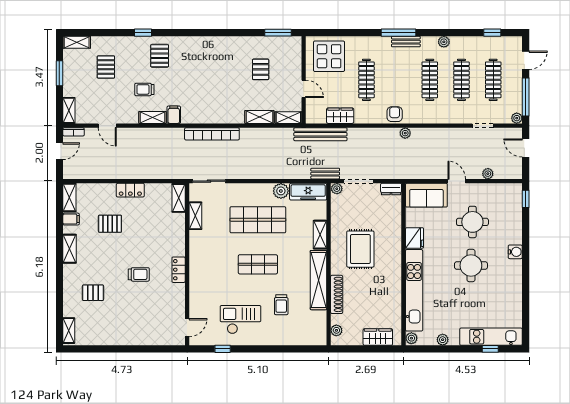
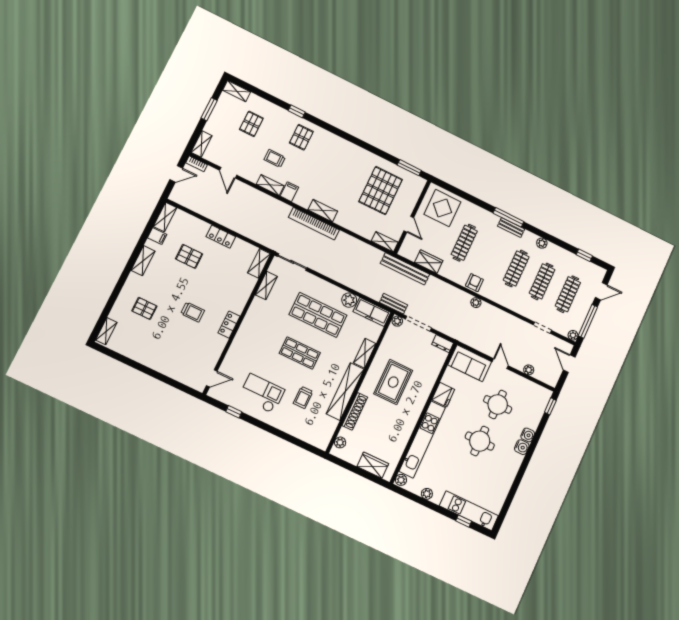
pallet: (261, 69) -> (381, 191), width x2.05, depth x2.00
shelving: (259, 117) -> (323, 211), moved
water cooler: (516, 237) -> (528, 435), added

